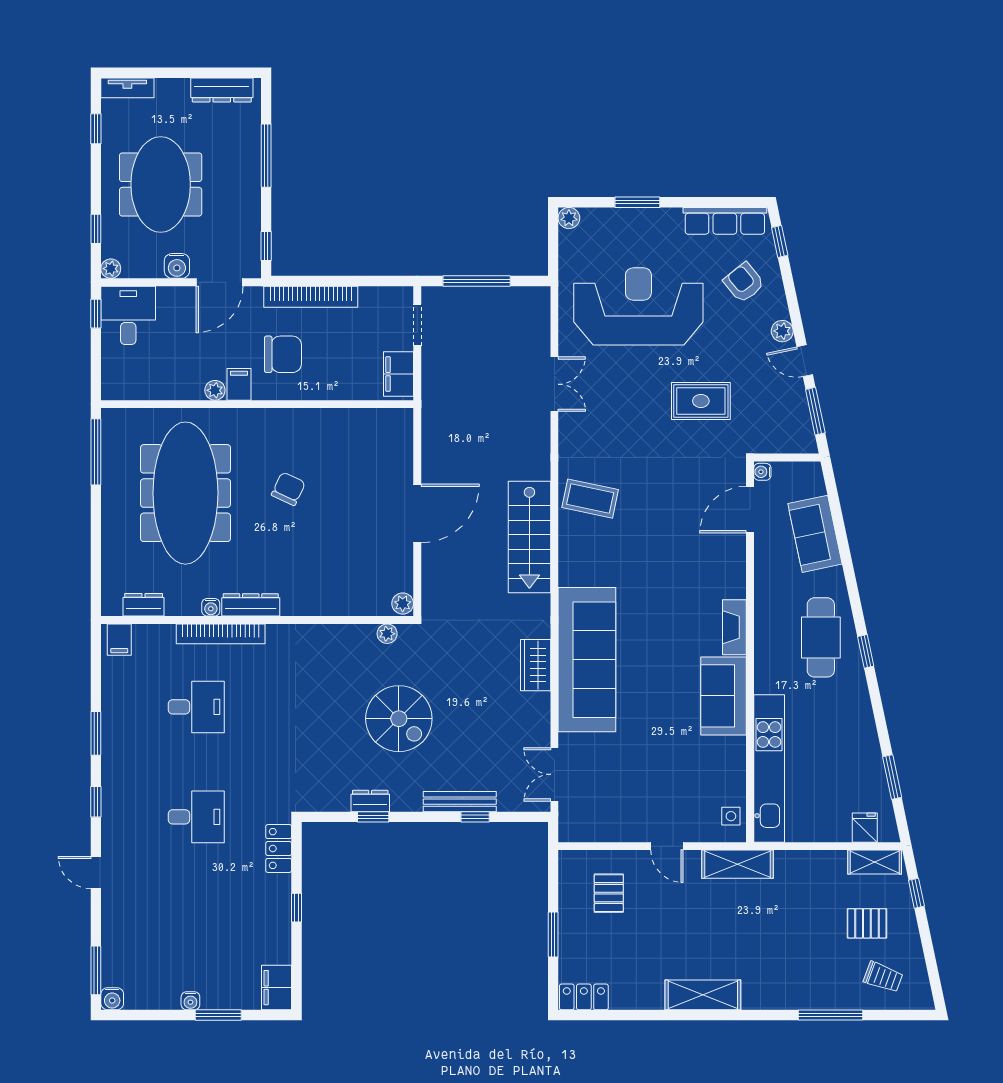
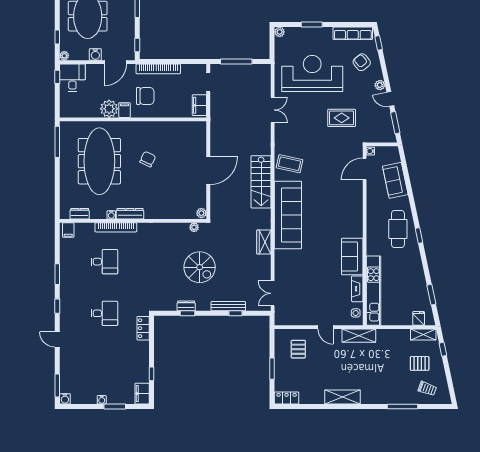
plant: (215, 390) -> (109, 109), width x1.87, depth x1.87
fireplace: (734, 627) -> (357, 289), moved
sofa: (587, 660) -> (288, 215), moved
window: (297, 908) -> (152, 374), moved

